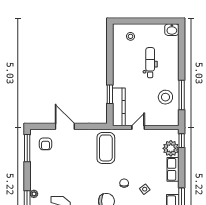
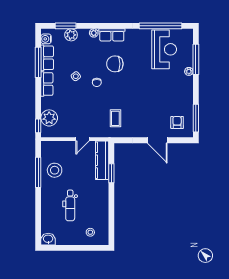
coffee table: (106, 148) -> (115, 118), width x0.54, depth x0.58
row of seats: (173, 169) -> (47, 84), moved

